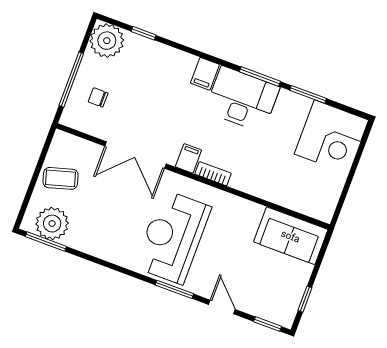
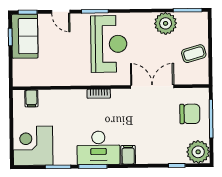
chair: (98, 97) -> (190, 114), width x1.87, depth x1.87
filing cabinet: (188, 158) -> (31, 98), moved
plant: (52, 224) -> (166, 23), moved
sofa: (291, 236) -> (25, 36), moved, turned 90

